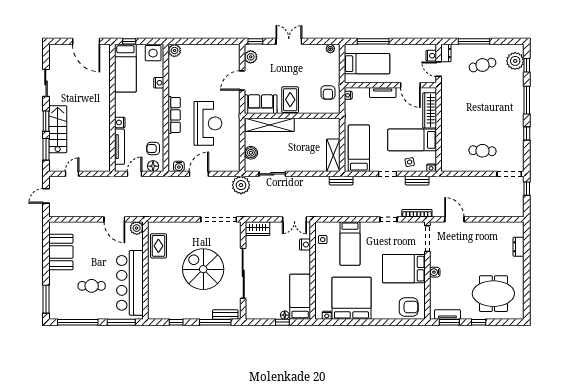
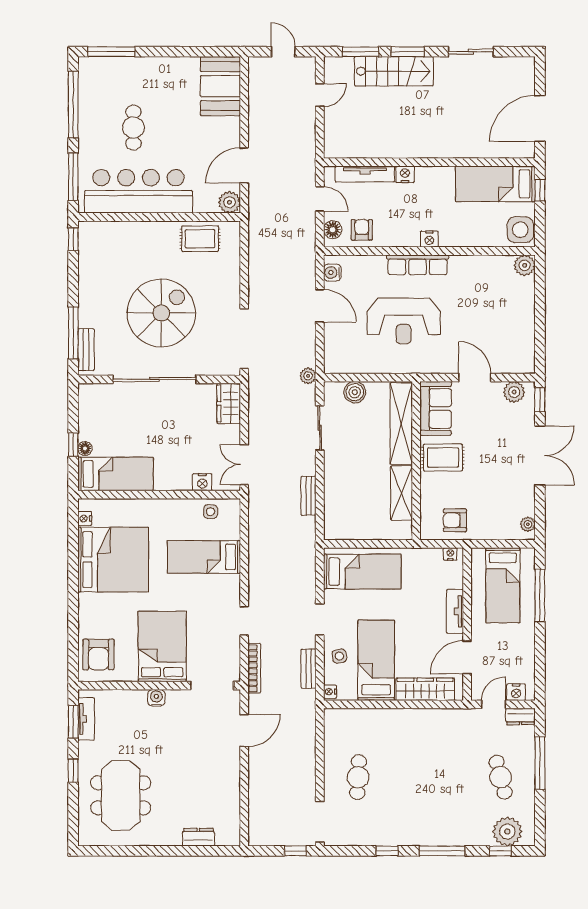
double door: (289, 41) -> (540, 455), width x1.37
nightstand: (159, 83) -> (429, 239), moved
shelving: (333, 155) -> (401, 493), moved, turned 90
door: (72, 174) -> (320, 95), hinge flipped
bench: (341, 181) -> (309, 496), moved
plant: (241, 185) -> (308, 376), width x0.53, depth x0.53
booth: (61, 252) -> (220, 86), moved, turned 90
window: (176, 322) -> (73, 239), moved

